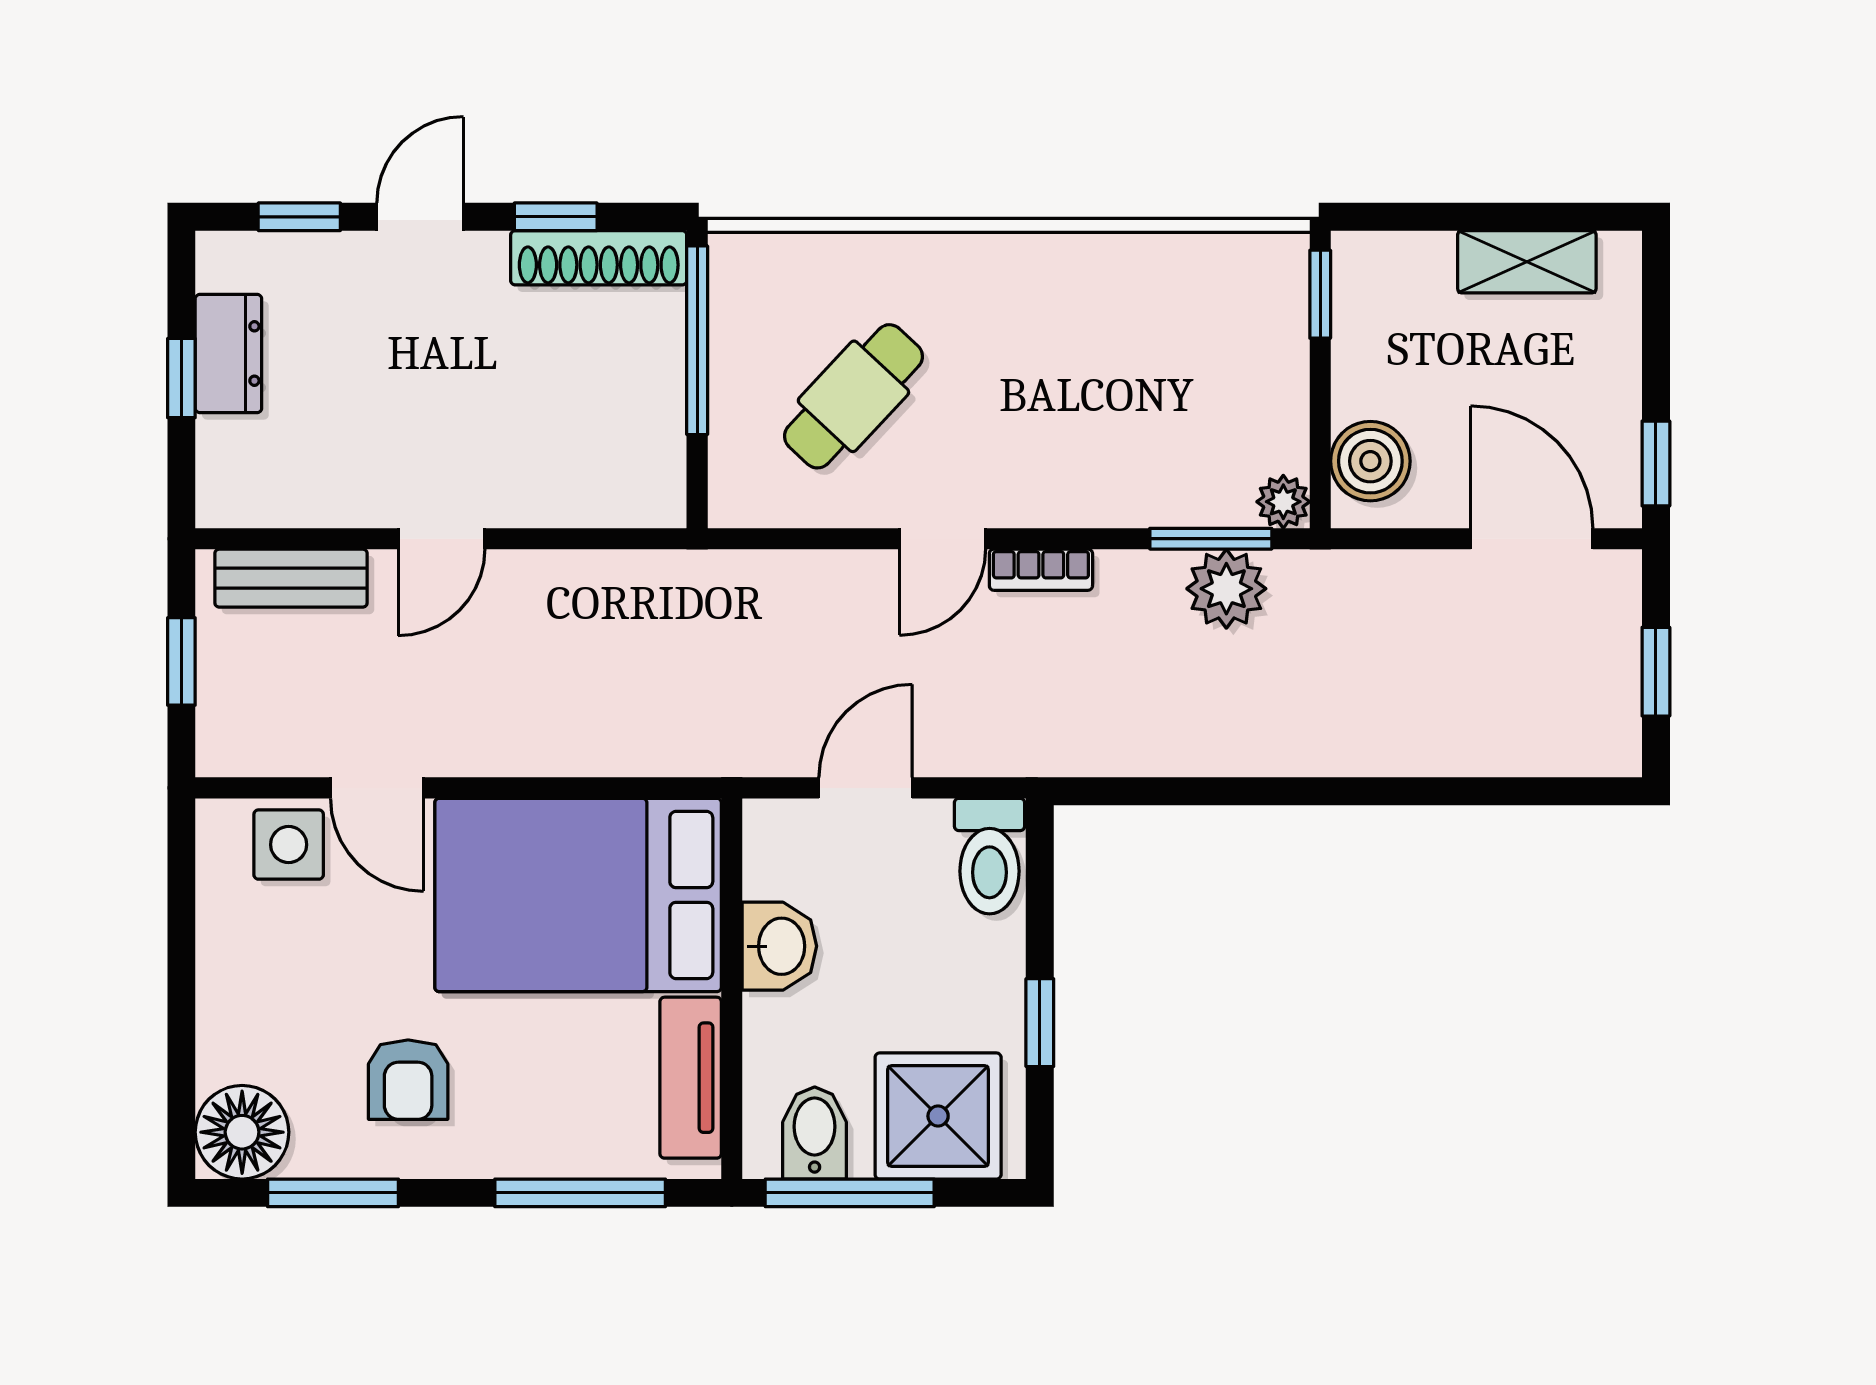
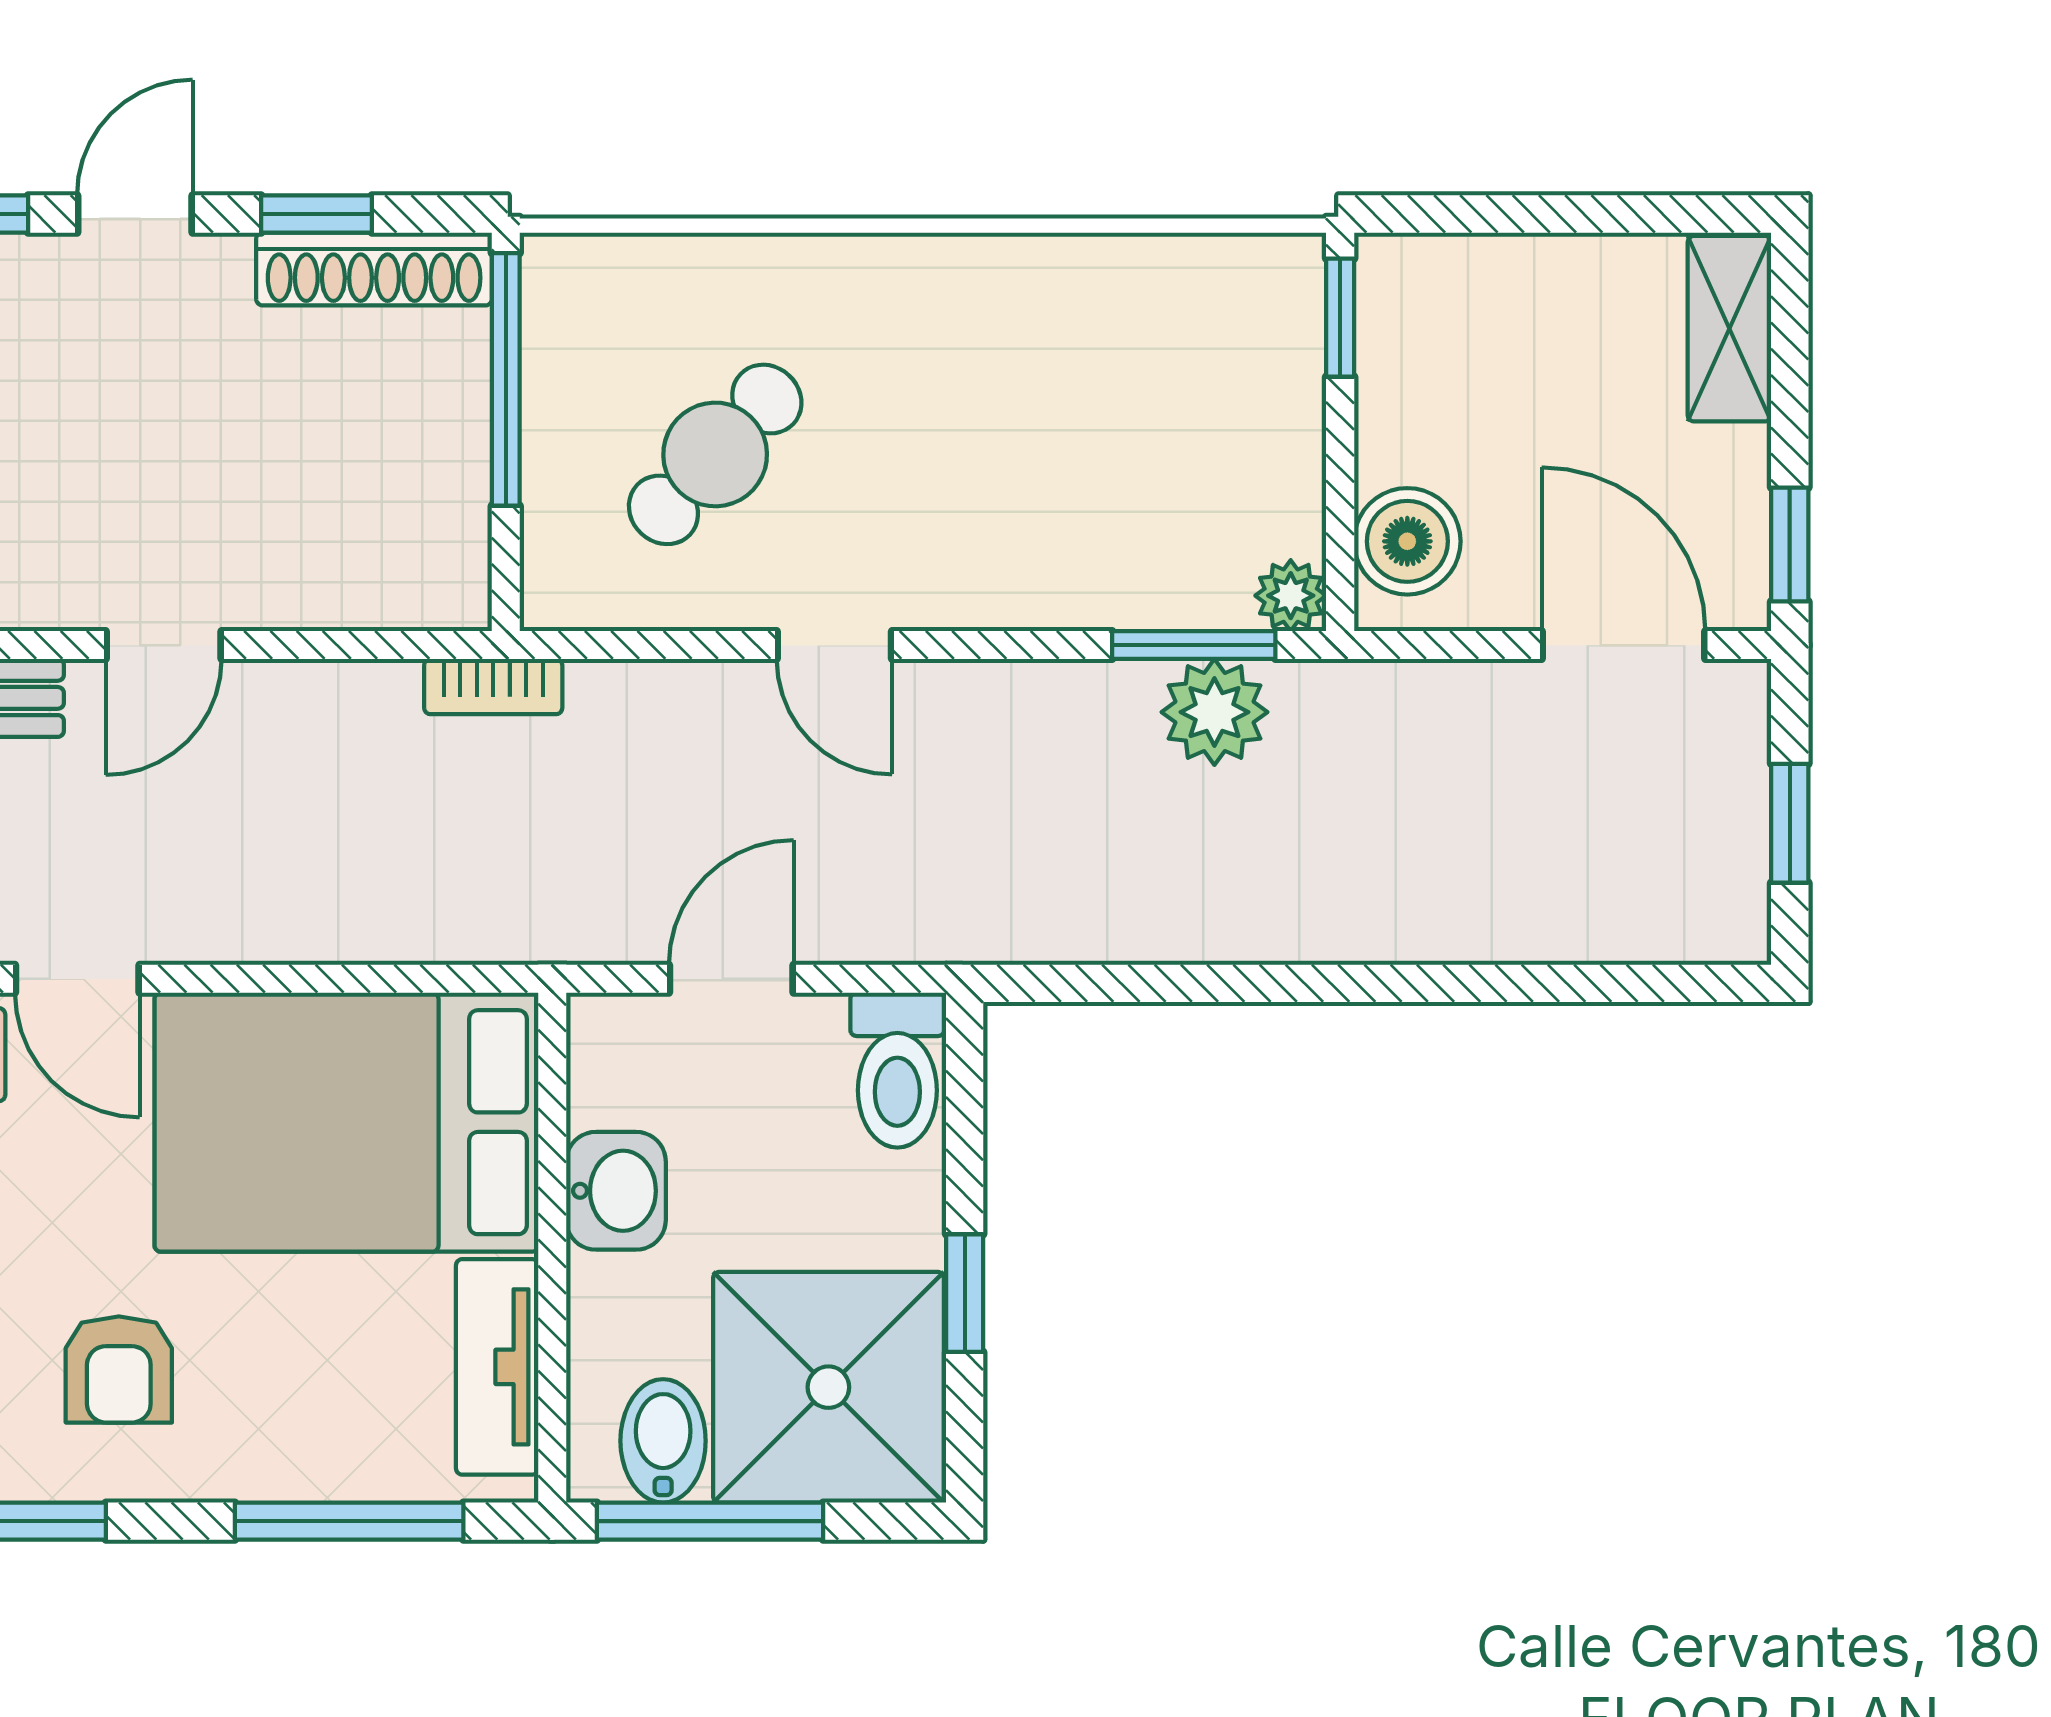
shelving: (1527, 262) -> (1729, 329), moved, turned 90
door: (942, 539) -> (834, 645), hinge flipped
bookcase: (1041, 570) -> (493, 687), moved
shower: (938, 1116) -> (828, 1387), width x1.37, depth x1.37

